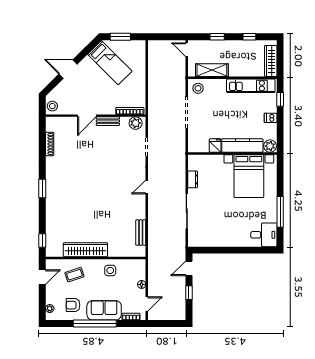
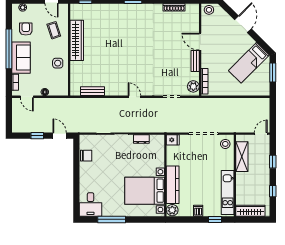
fridge: (215, 145) -> (173, 140), moved
chair: (211, 239) -> (86, 156), added

